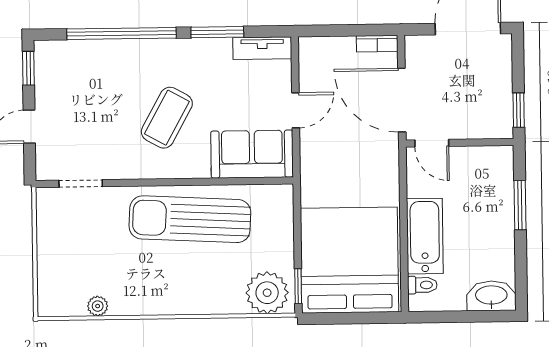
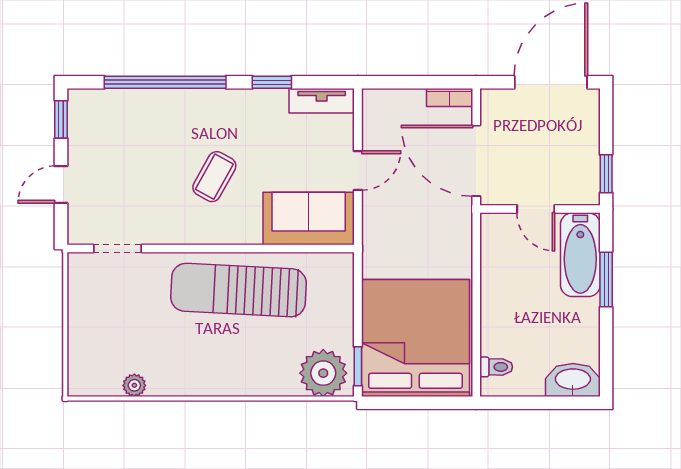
window: (217, 32) -> (272, 82), width x0.67
coffee table: (167, 118) -> (214, 177), width x0.73, depth x0.77
door: (432, 143) -> (536, 209), moved
bathtub: (425, 236) -> (580, 255), moved, turned 180

